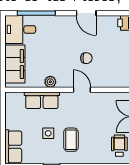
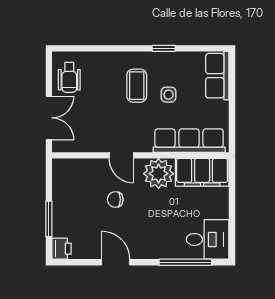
filing cabinet: (15, 64) -> (202, 172), moved, turned -90
plant: (50, 82) -> (159, 174), width x1.88, depth x1.88
row of seats: (42, 100) -> (189, 141), width x1.48

